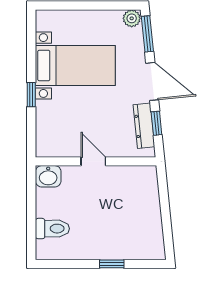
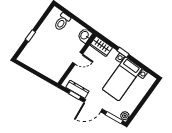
wardrobe: (47, 137) -> (101, 46), added

